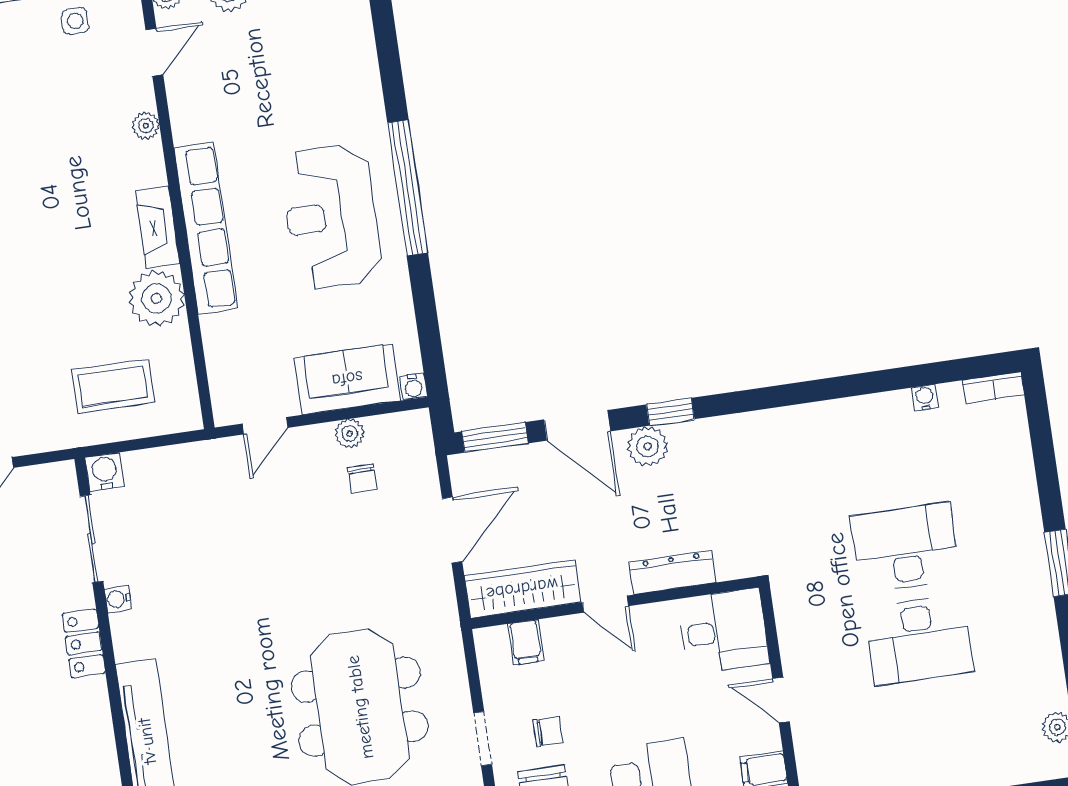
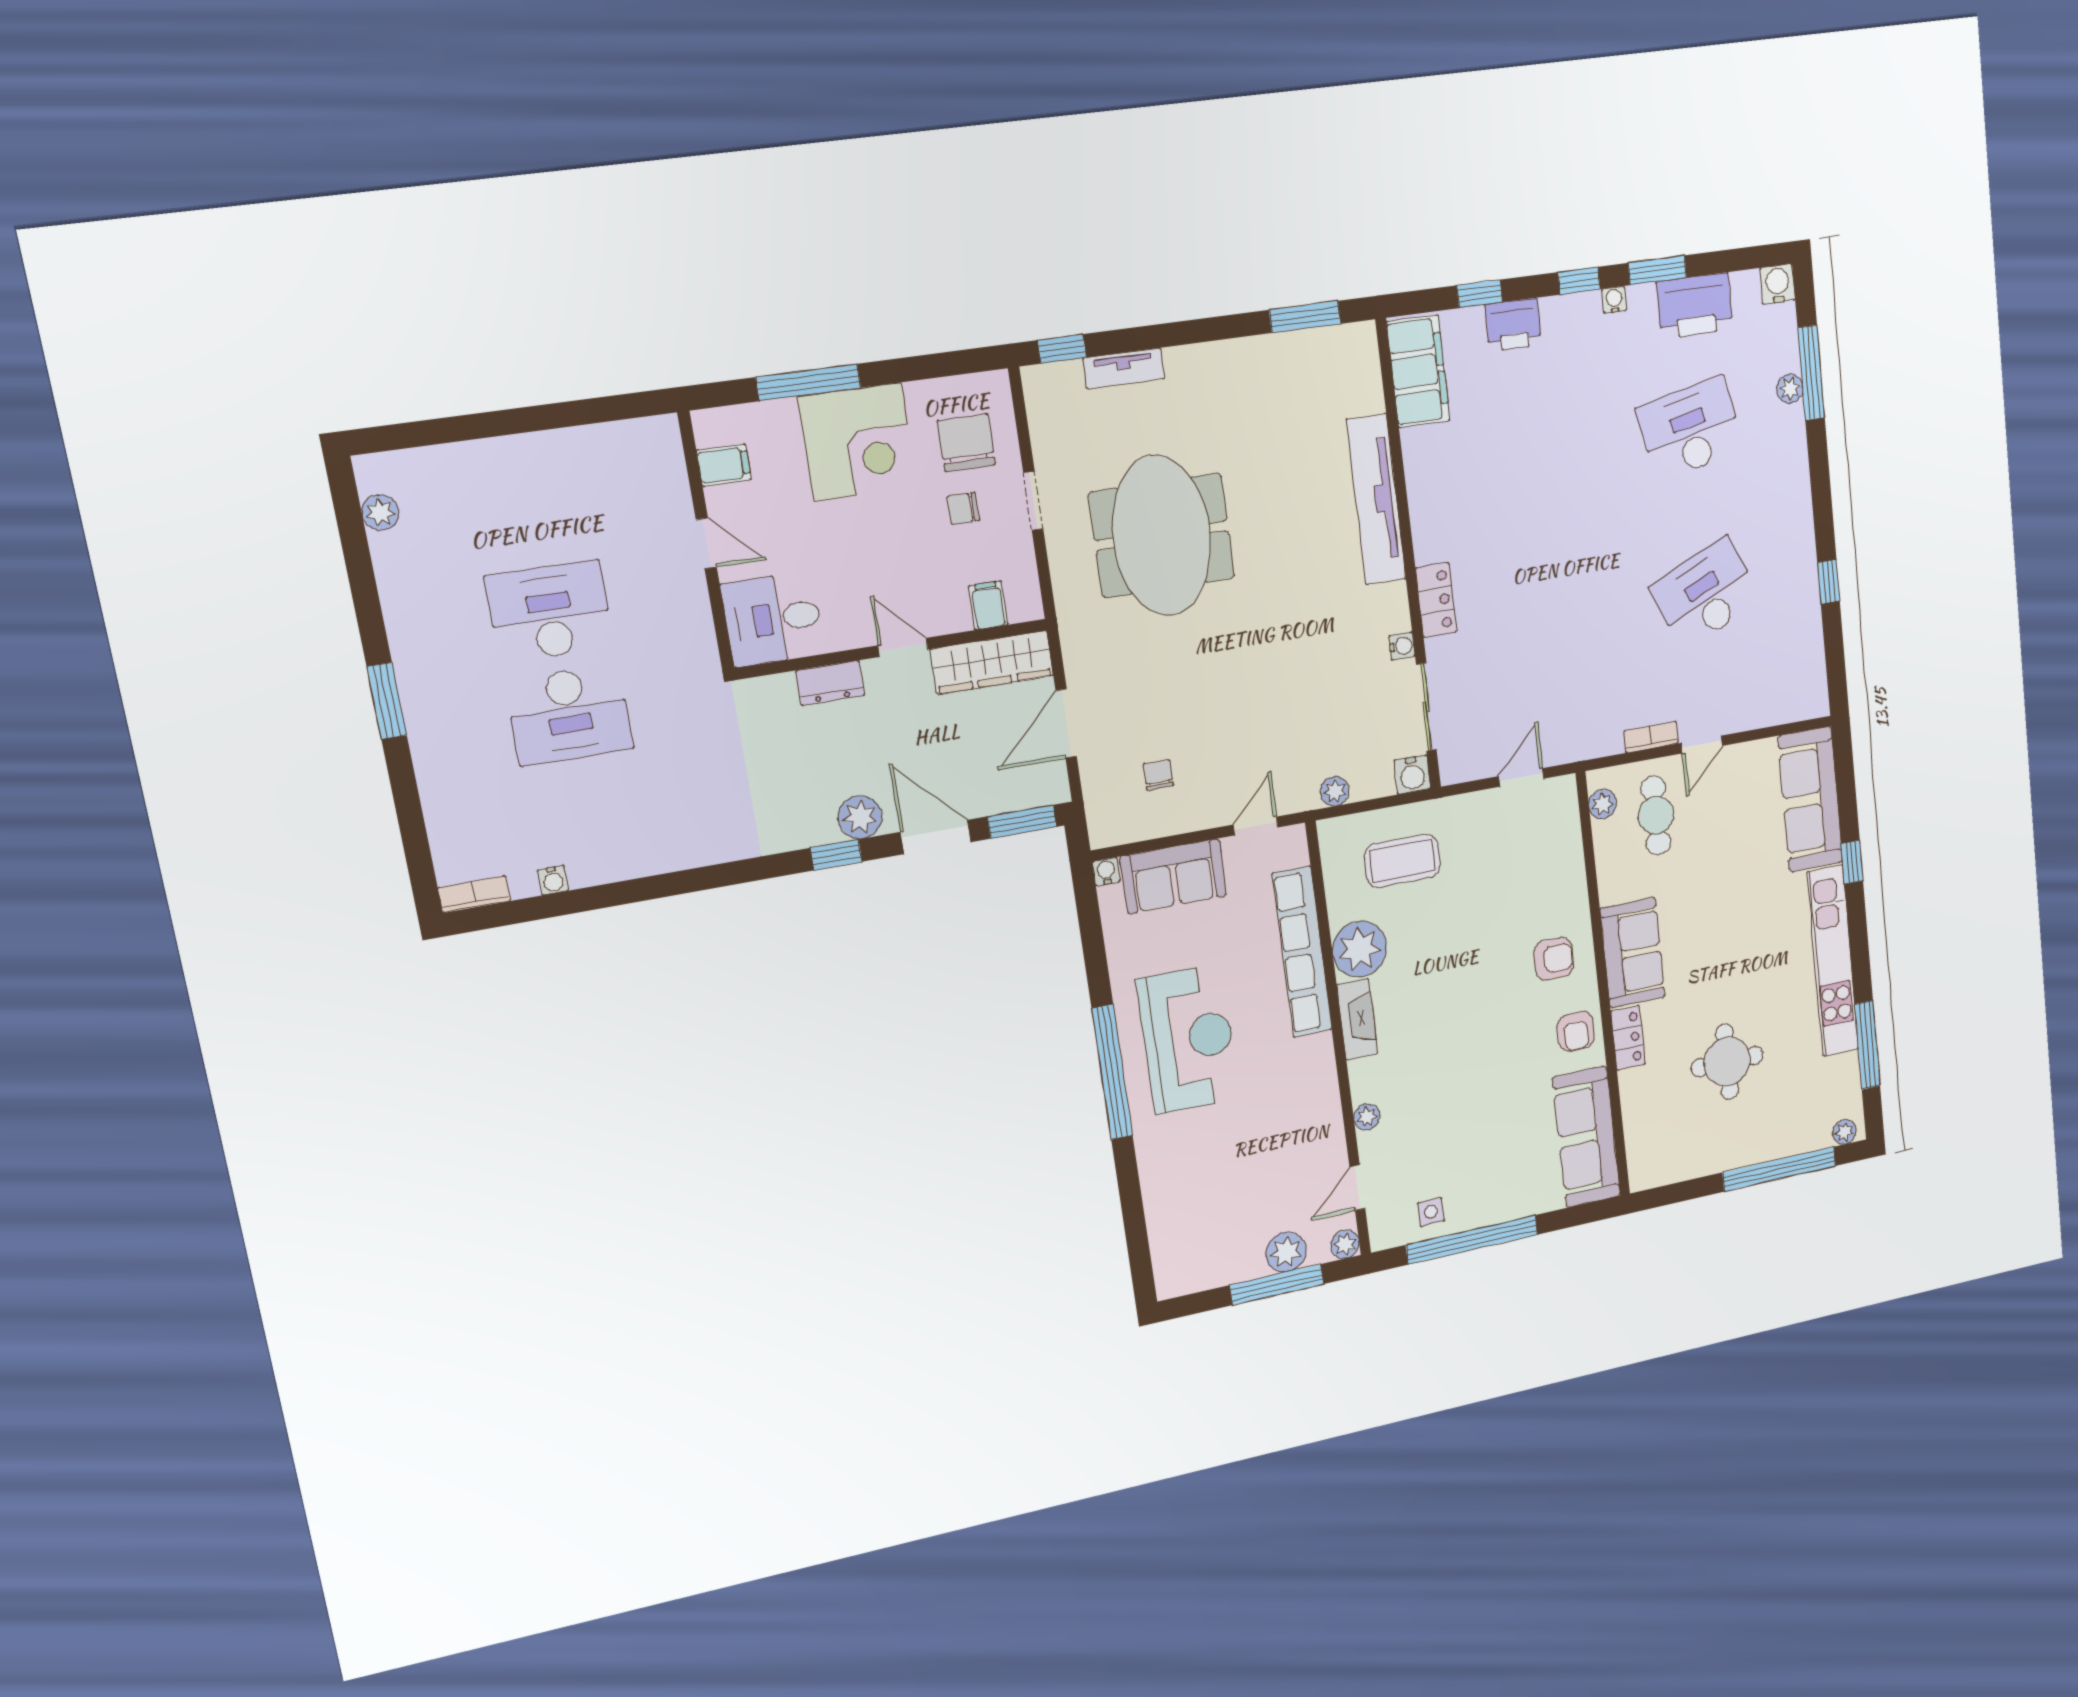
row of seats: (206, 228) -> (1302, 952), moved
plant: (350, 434) -> (1335, 791), moved
dresser: (673, 572) -> (830, 683), width x0.70

